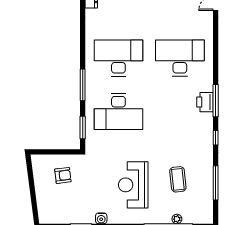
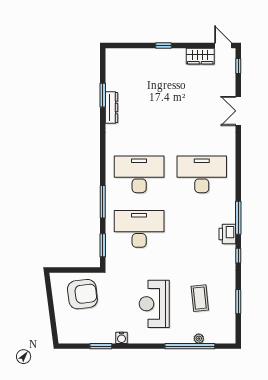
printer: (205, 102) -> (227, 234), moved
desk: (118, 111) -> (139, 229), turned 180
armchair: (63, 175) -> (82, 294), width x1.88, depth x1.88
window: (216, 183) -> (238, 302), width x0.69

